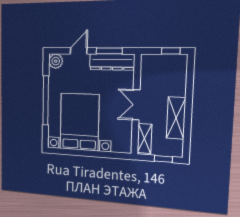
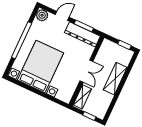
double door: (136, 105) -> (86, 71), swing flipped
shelving: (176, 118) -> (115, 79), moved

